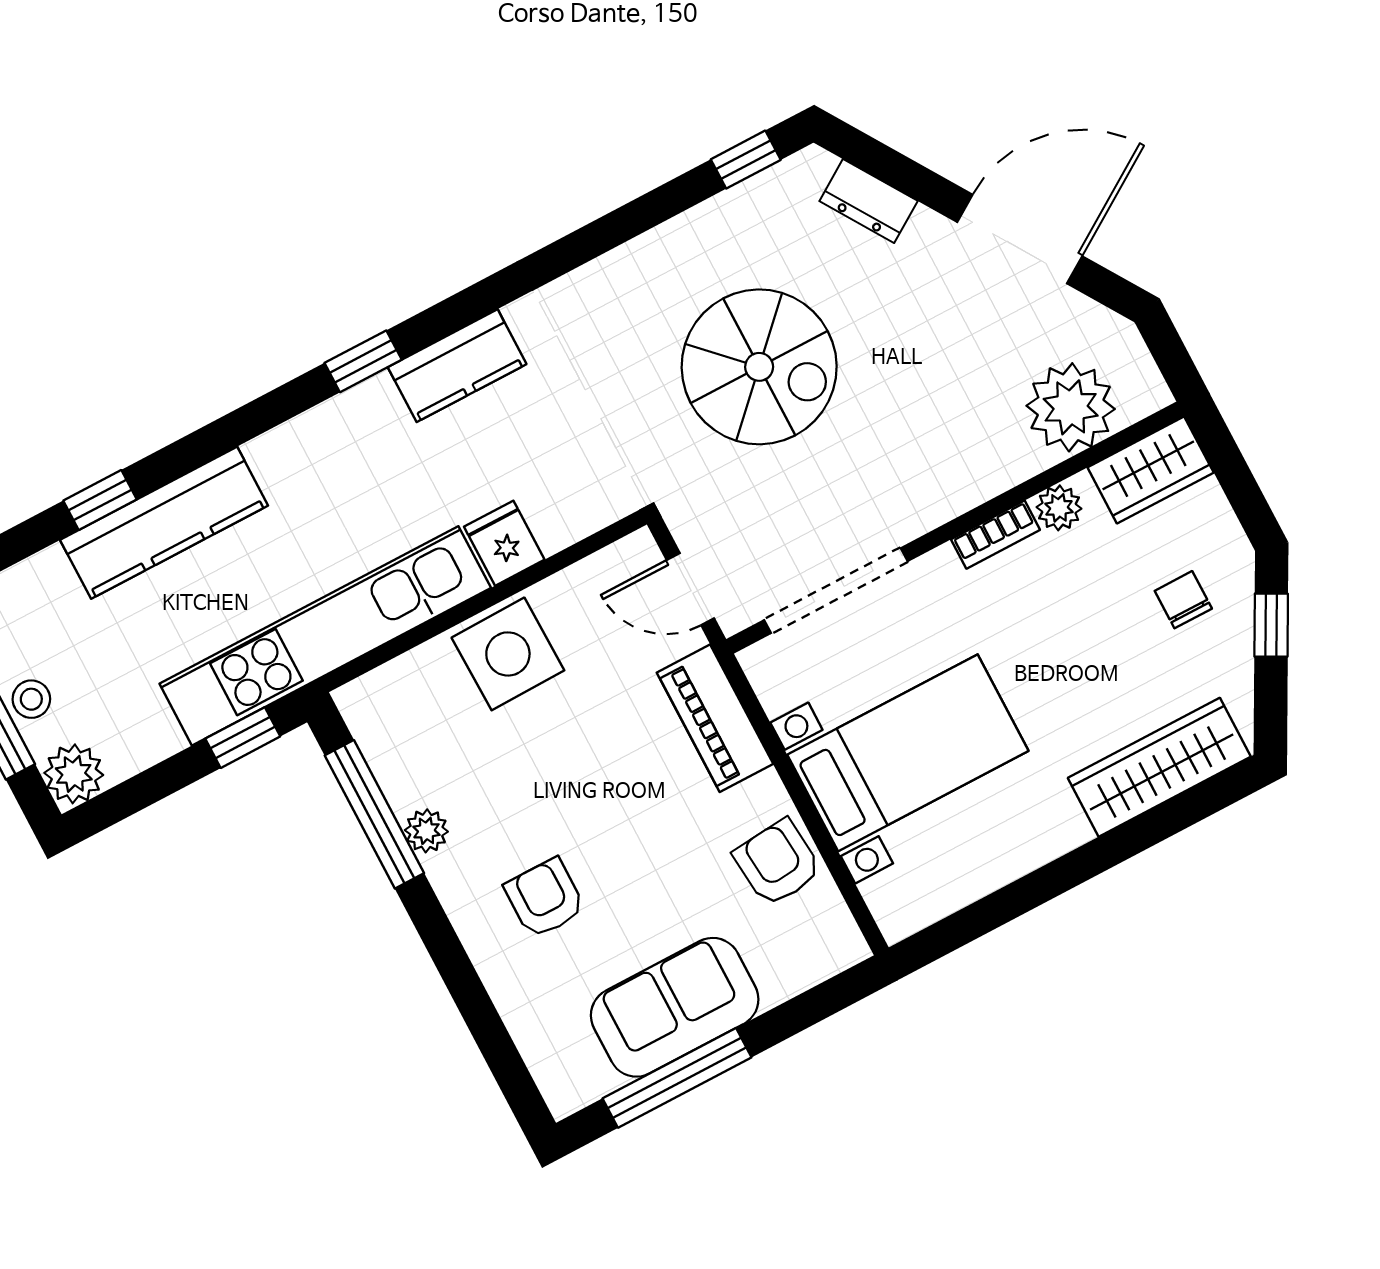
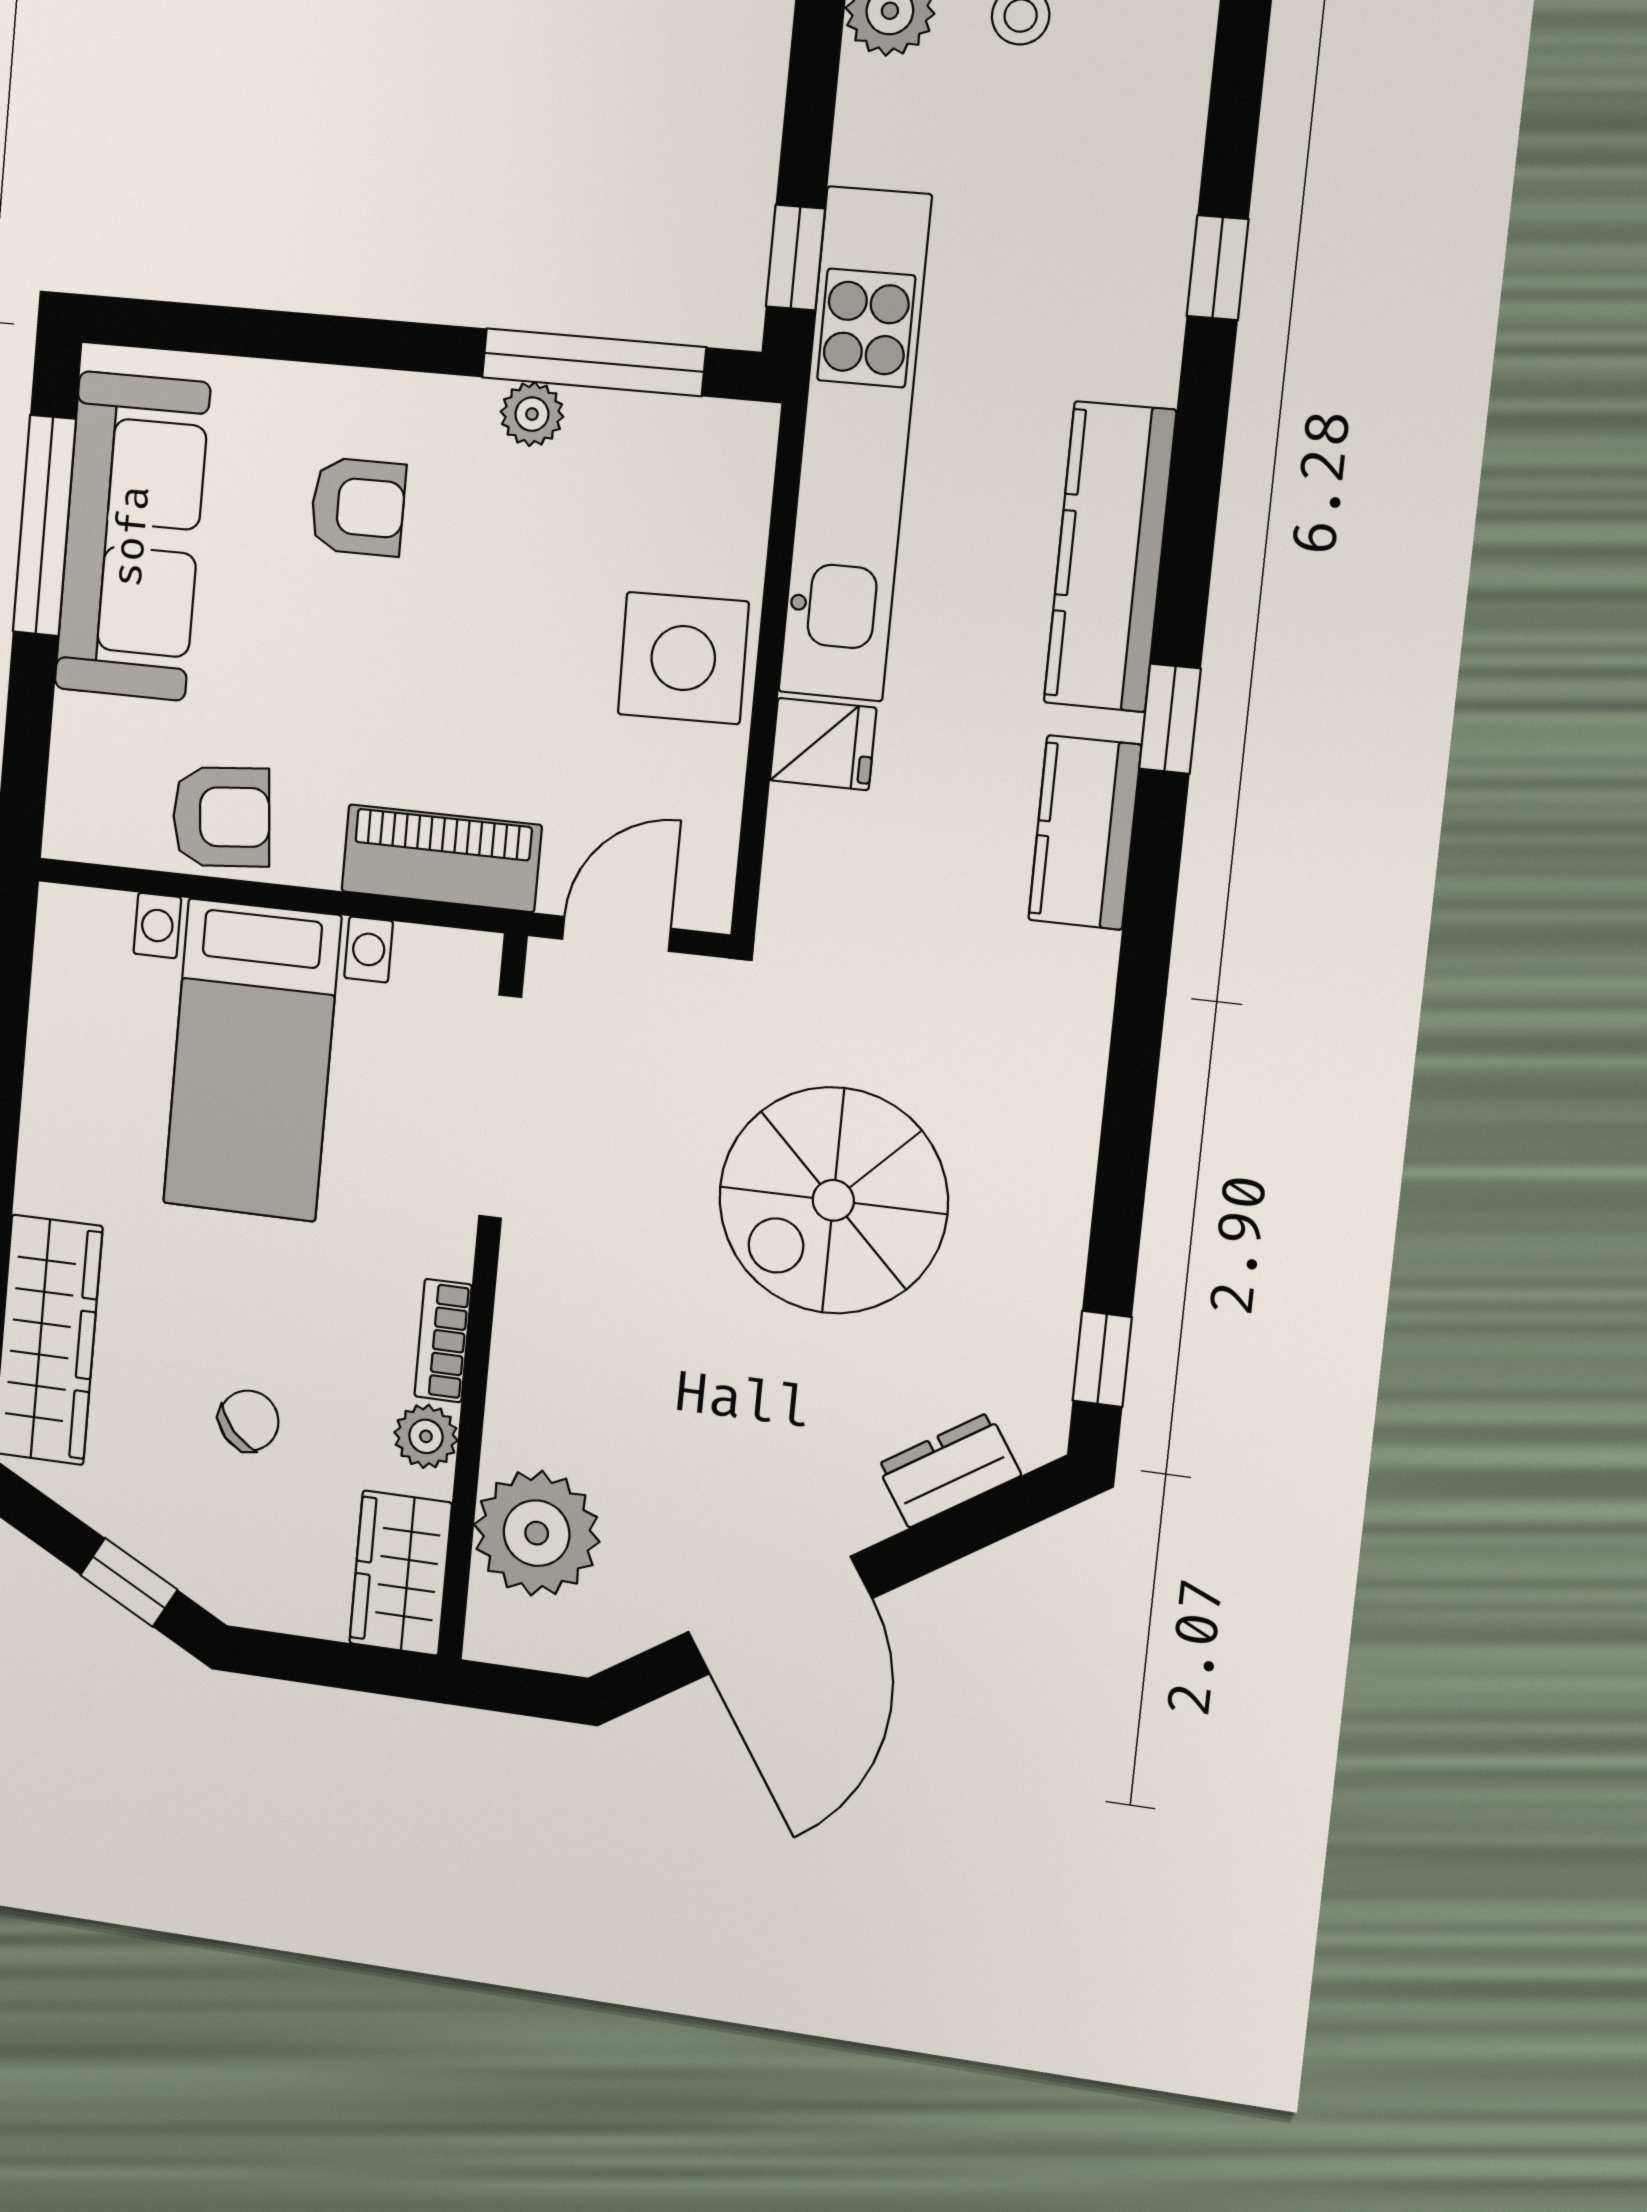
kitchen counter: (164, 523) -> (1110, 557), moved
chair: (1183, 600) -> (249, 1421), moved, turned -42
sofa: (675, 1007) -> (132, 536), width x1.36

